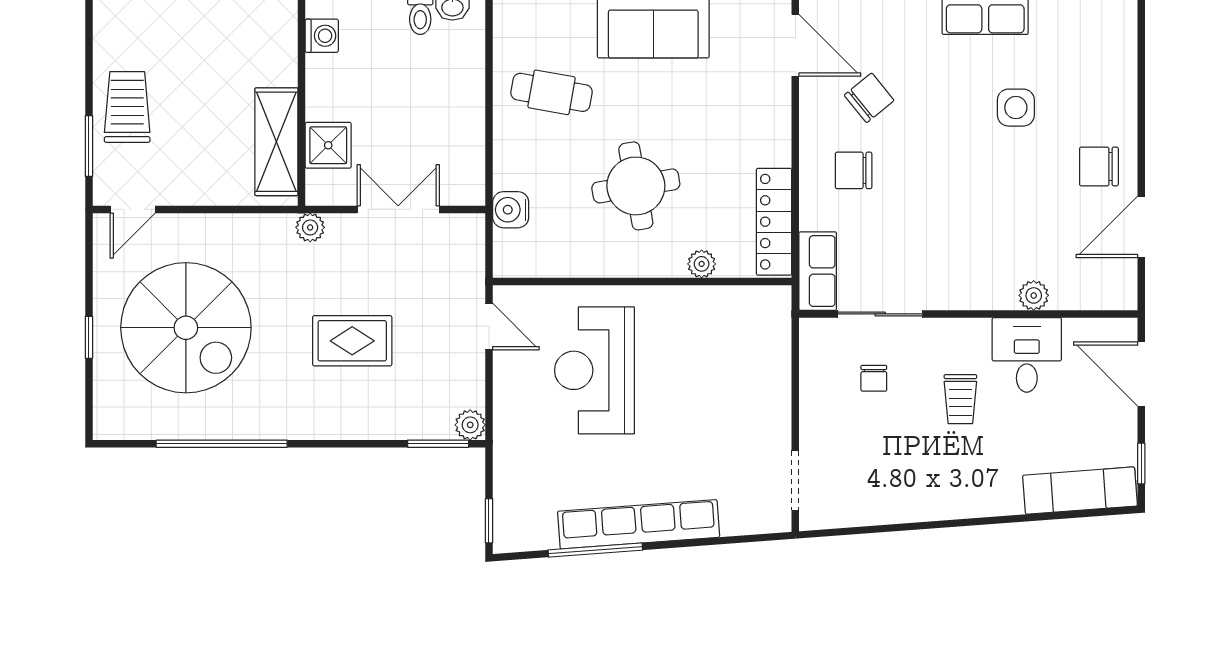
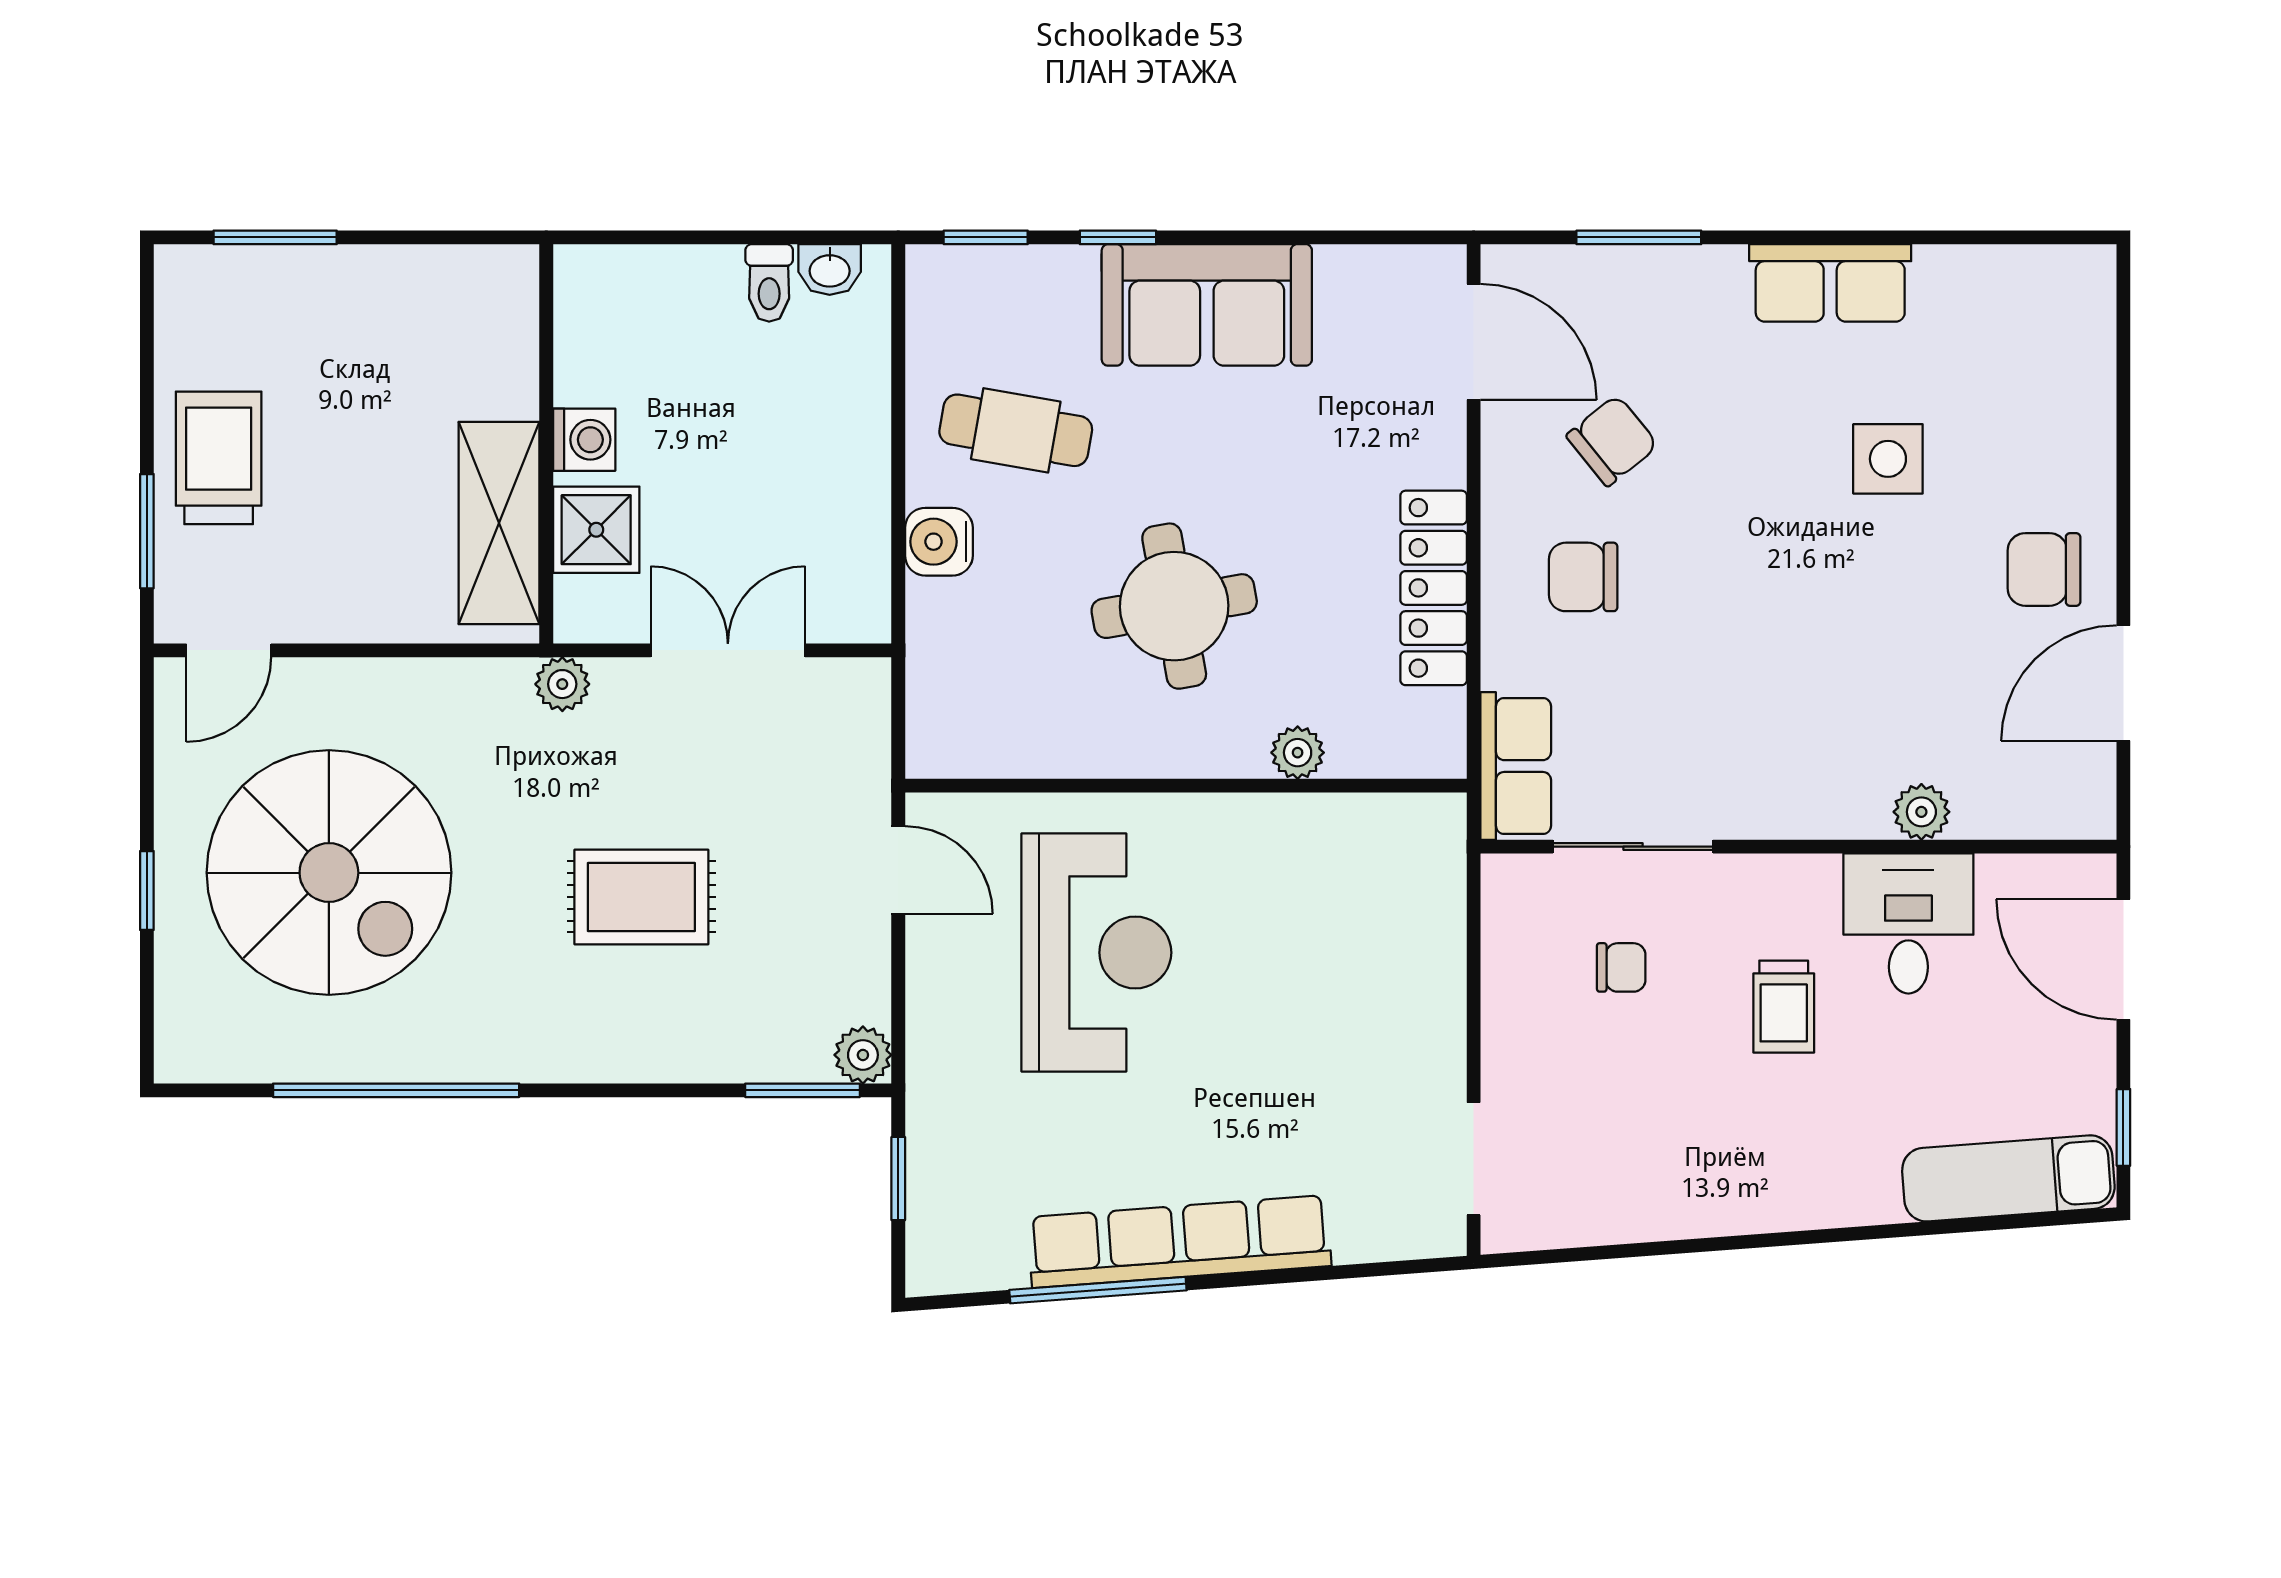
washing machine: (322, 36) -> (584, 440), moved
water cooler: (511, 210) -> (939, 542), moved
locker: (774, 222) -> (1434, 588), moved
reception desk: (594, 370) -> (1096, 953), turned 180
chair: (874, 378) -> (1621, 967), turned -90
window: (489, 521) -> (898, 1179), moved

